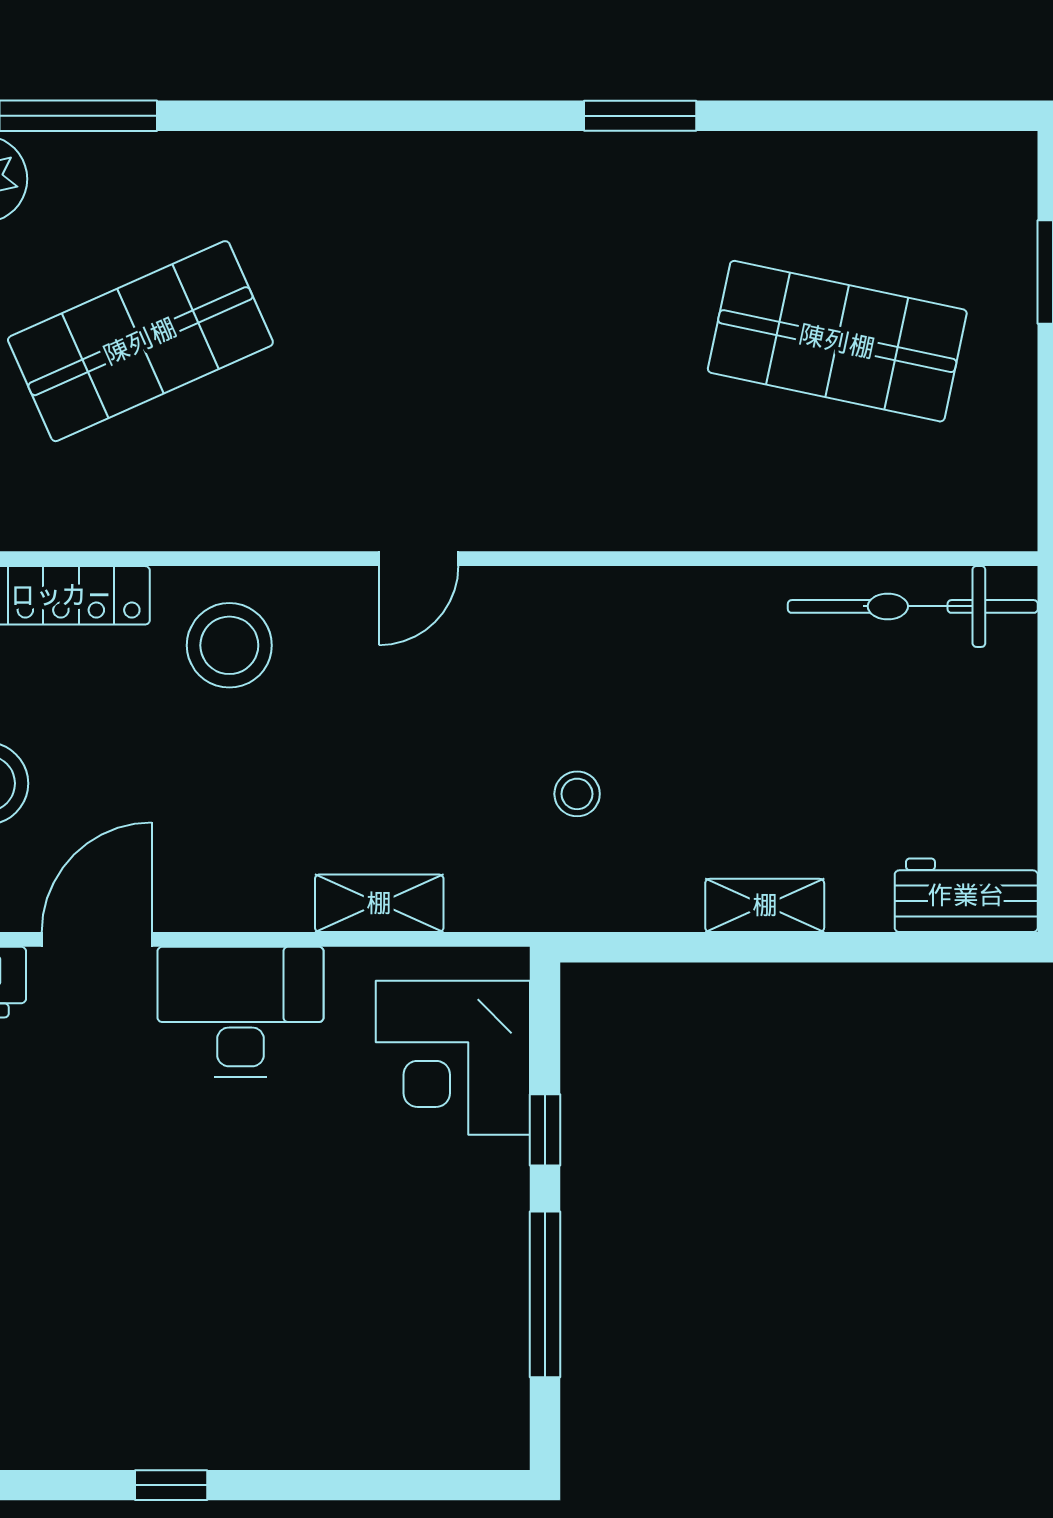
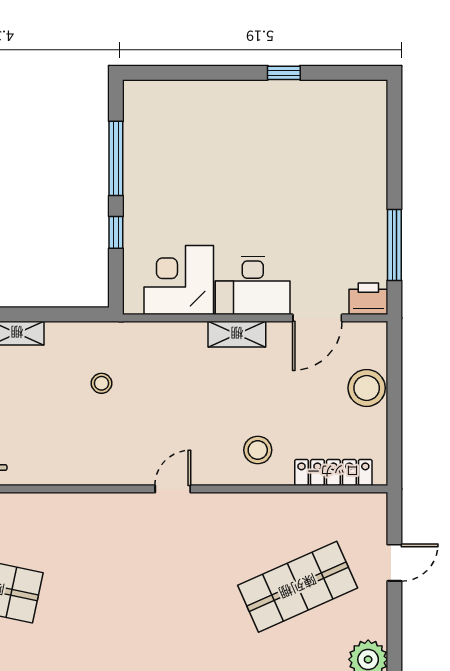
stool: (229, 645) -> (258, 450), width x0.73, depth x0.73
shelving: (379, 903) -> (237, 334), moved
corner desk: (453, 1058) -> (179, 280), moved, turned -90

